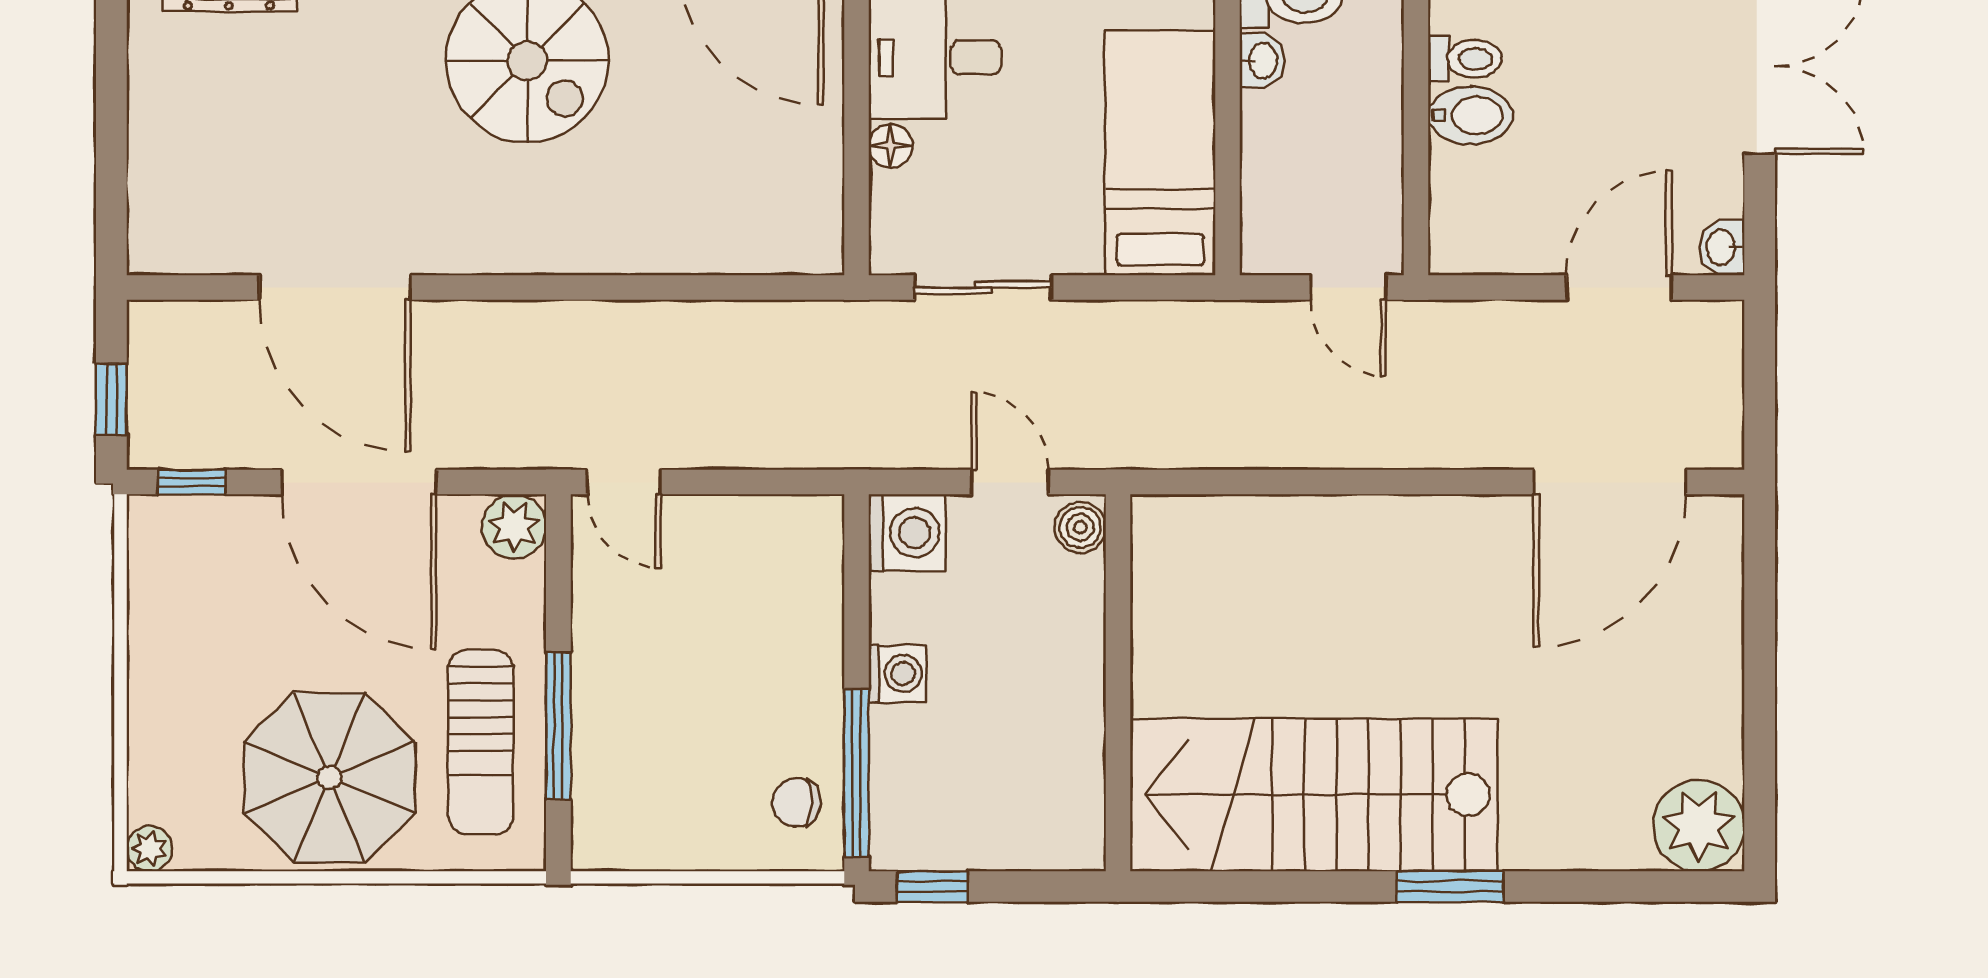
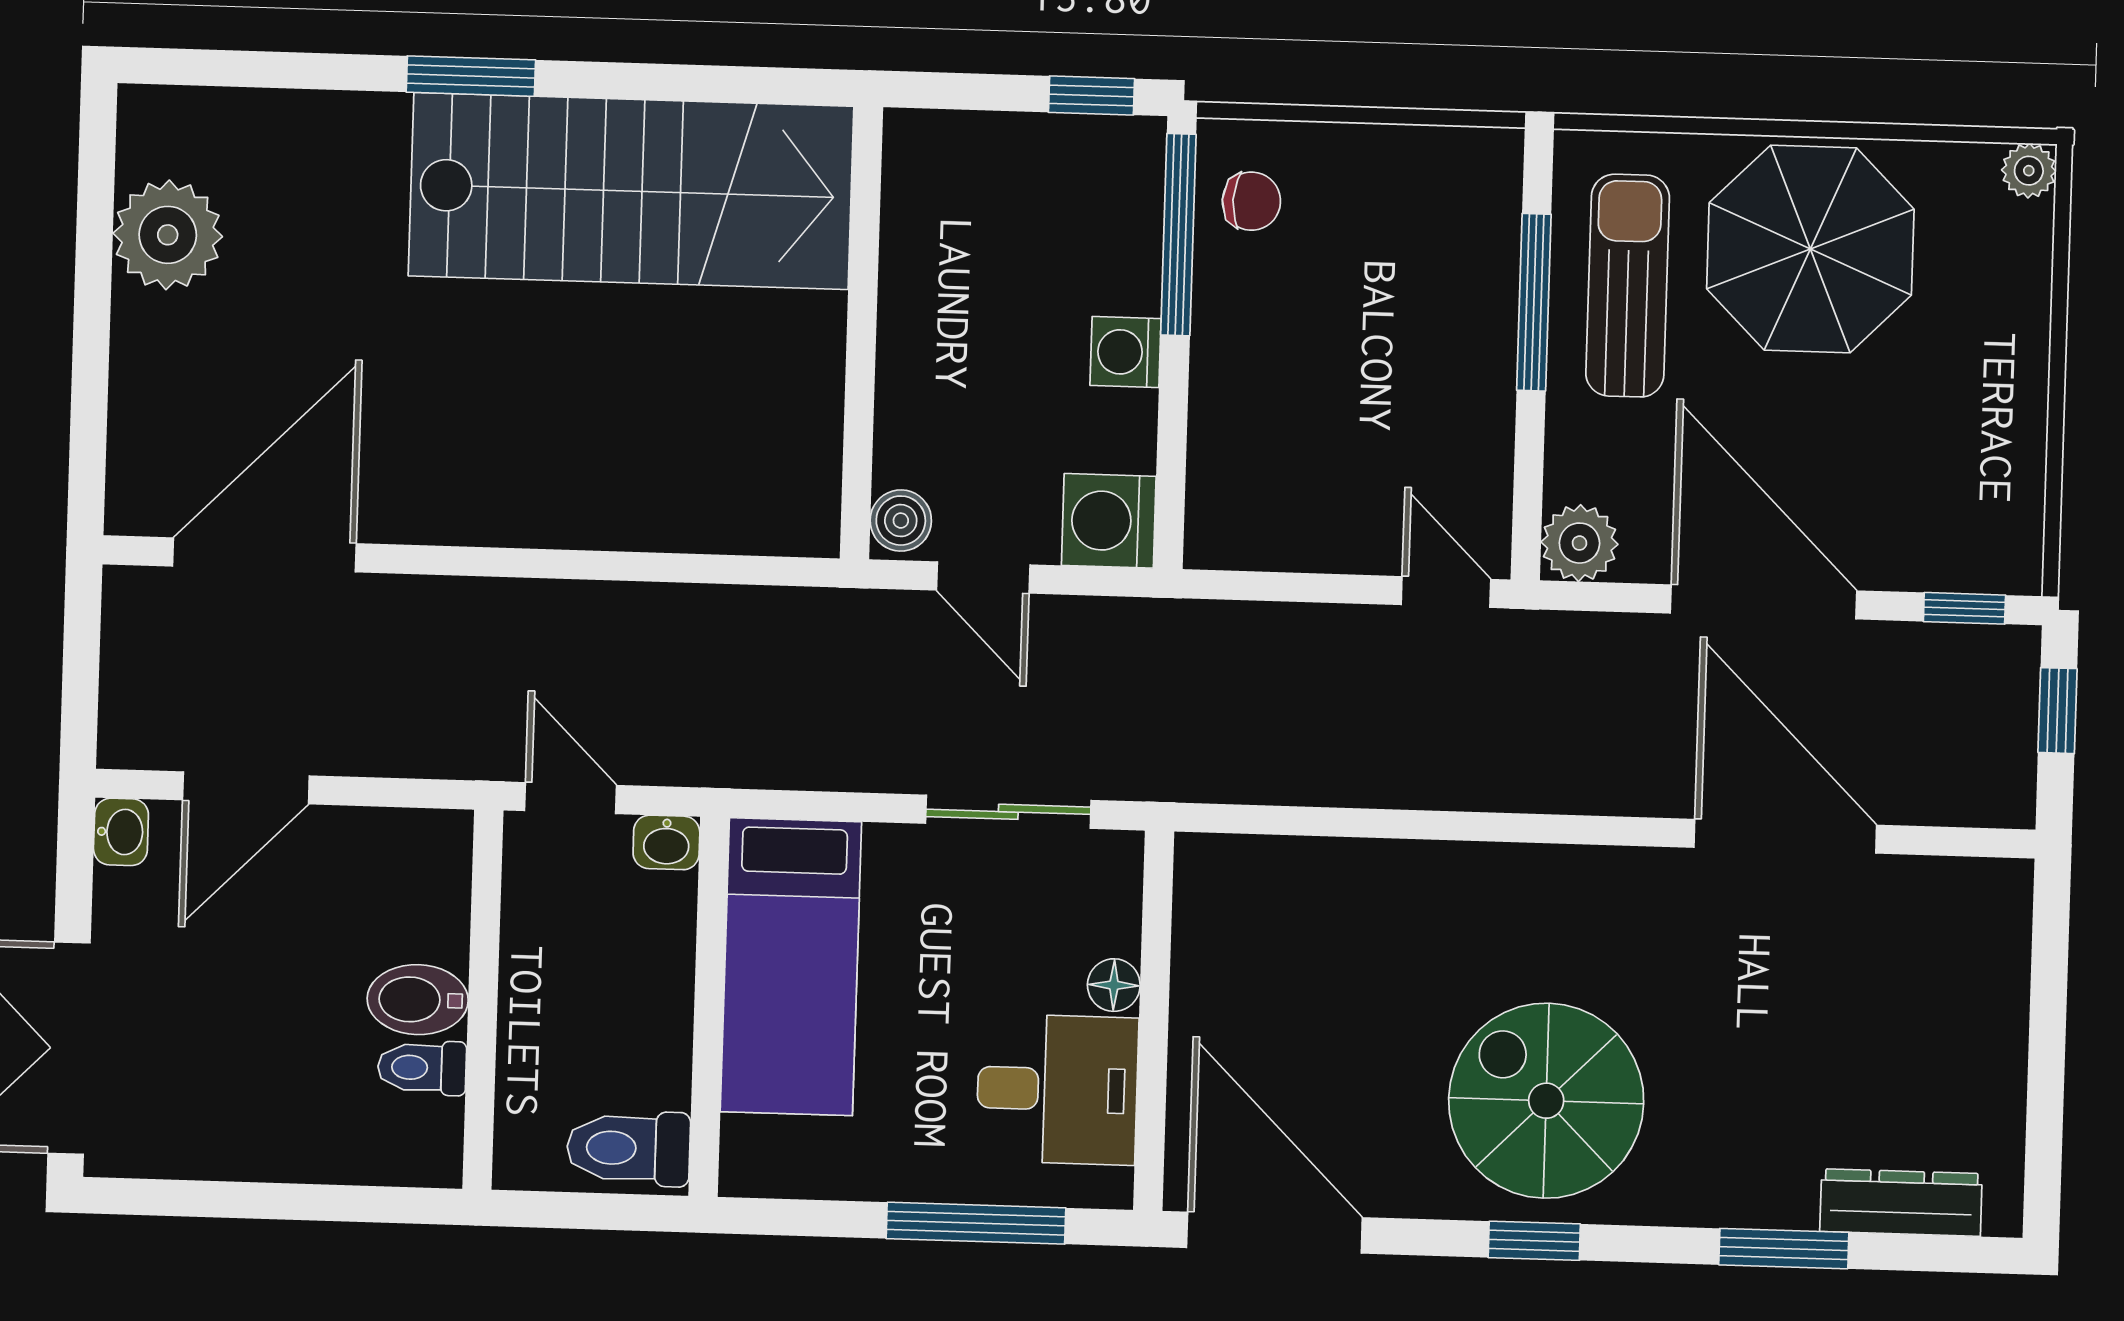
washbasin: (1262, 61) -> (666, 842), moved, turned -90
plant: (1699, 826) -> (168, 235), moved

